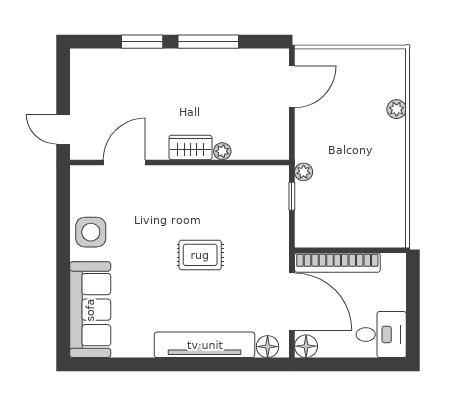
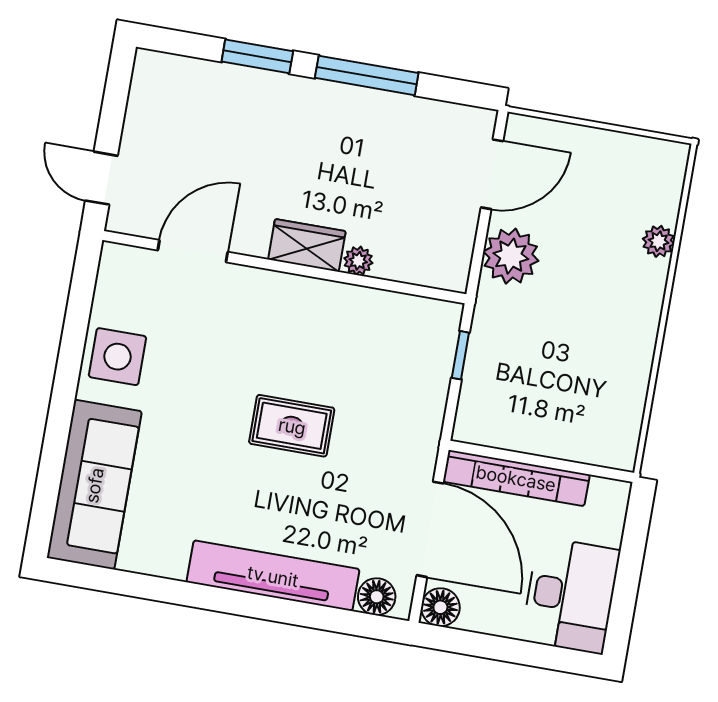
plant: (304, 172) -> (511, 256), moved, width x1.88, depth x1.88
desk: (381, 335) -> (571, 595), width x1.37

